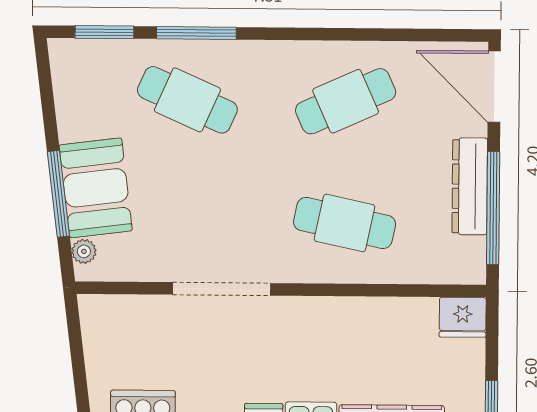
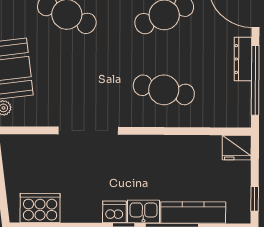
dresser: (470, 186) -> (243, 59), width x0.73, depth x0.80

